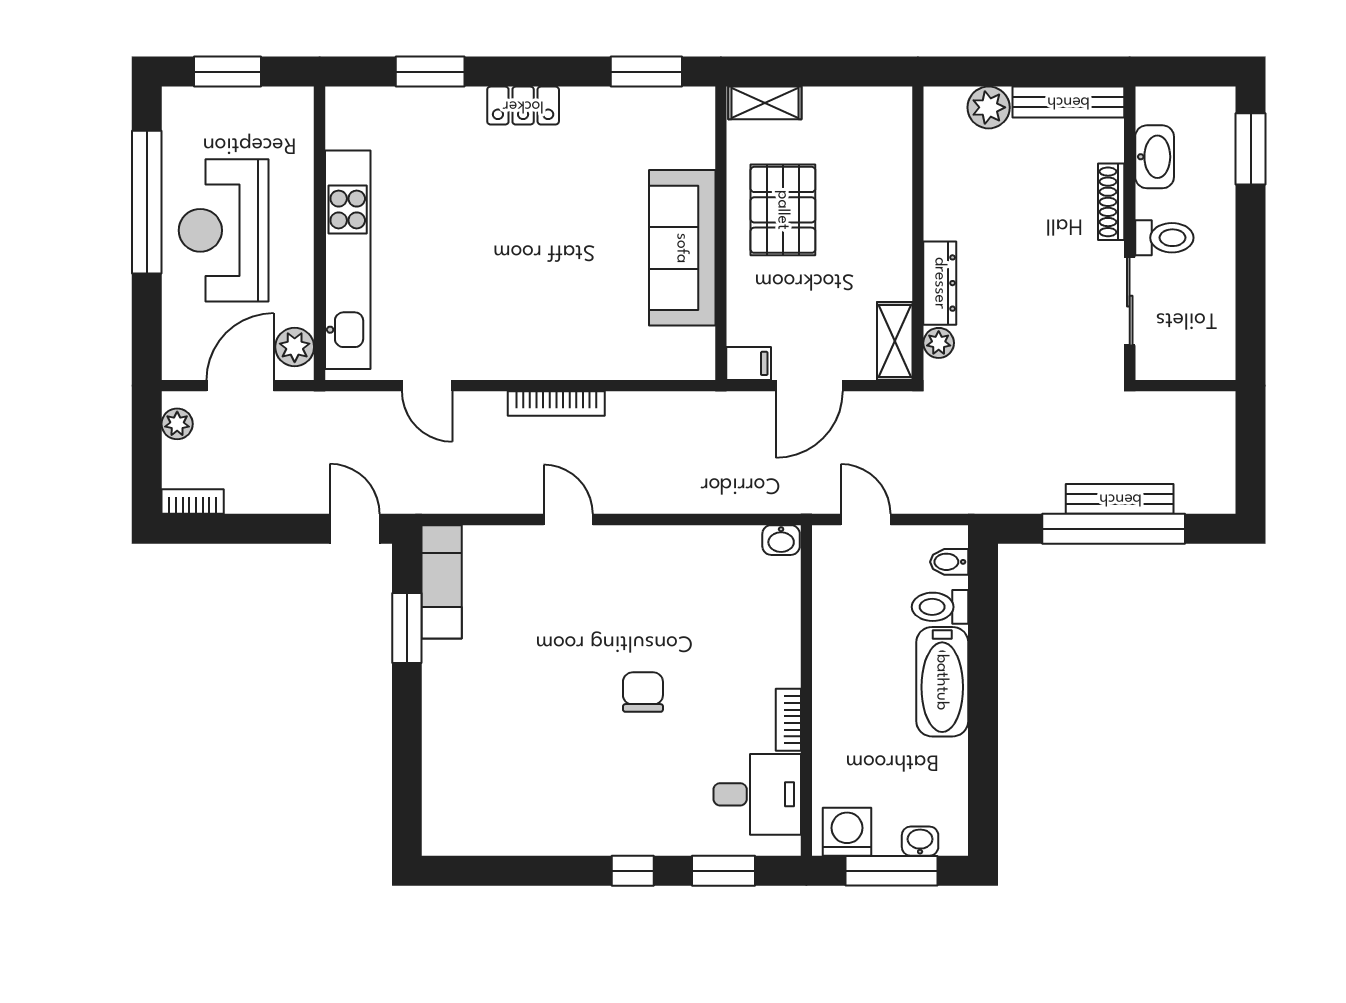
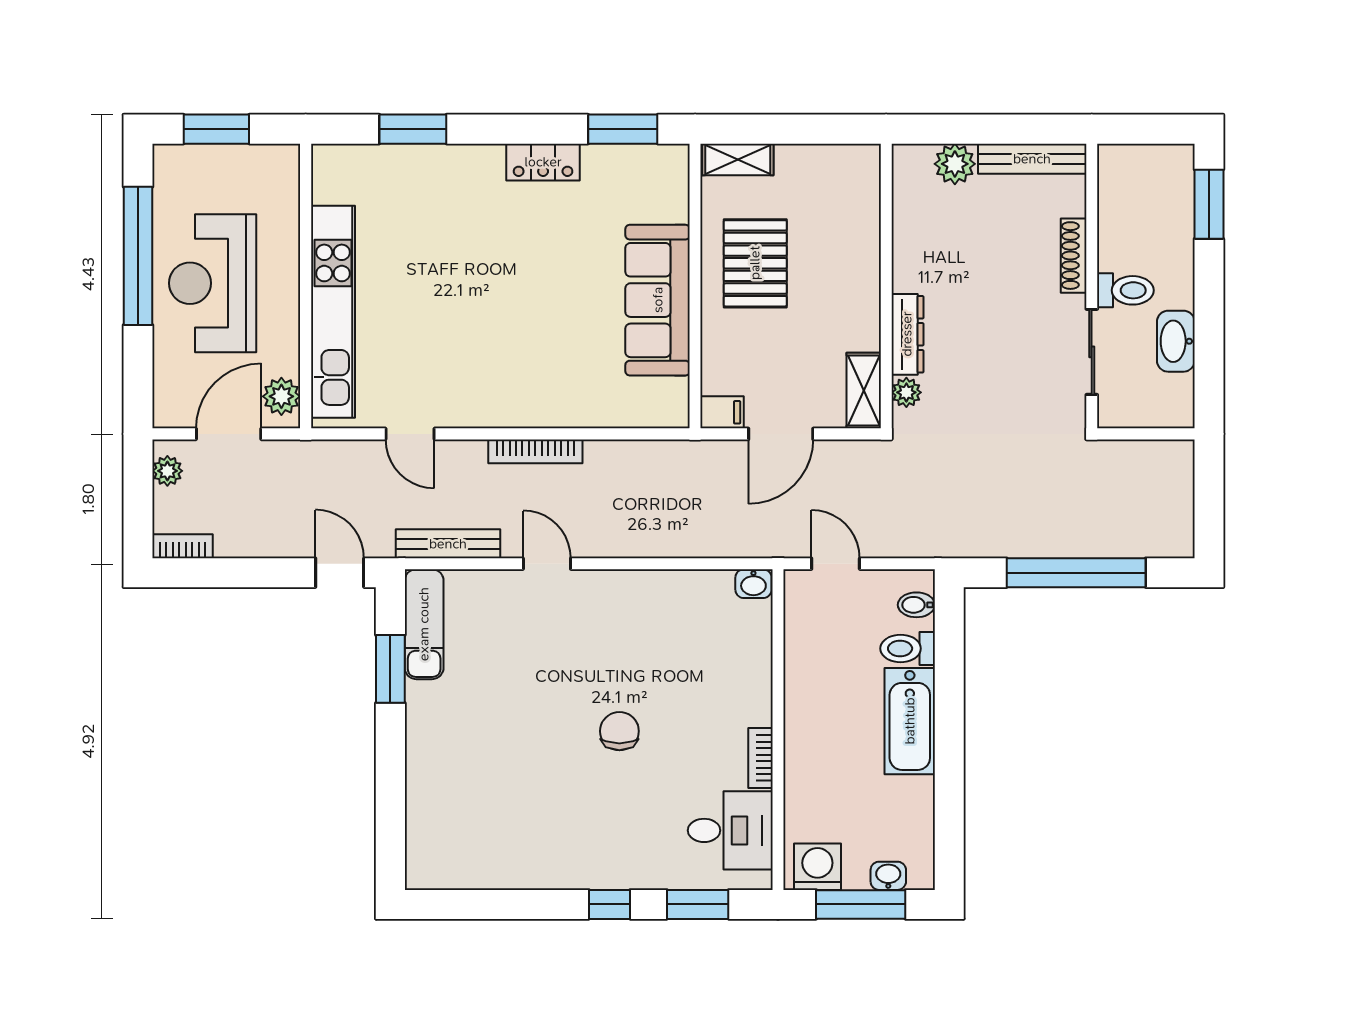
locker: (523, 106) -> (543, 162), moved
washbasin: (1155, 157) -> (1176, 341), moved, turned 180
bench: (1120, 499) -> (448, 544), moved

